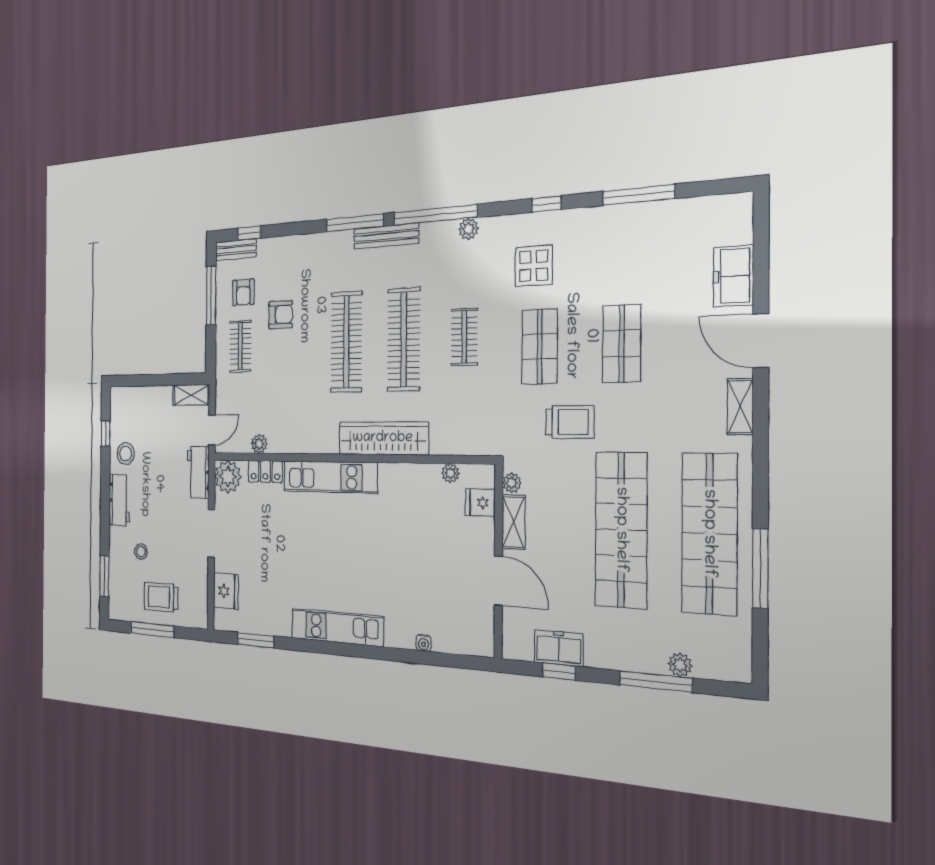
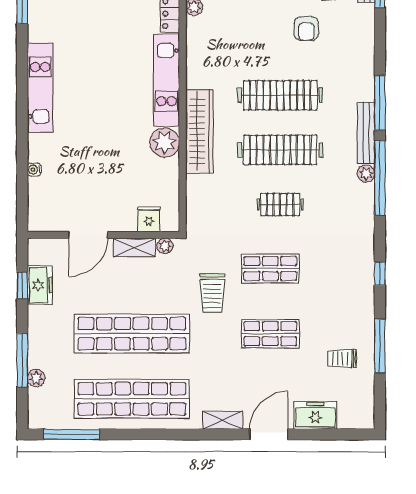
plant: (468, 229) -> (366, 174), moved
trolley: (655, 245) -> (342, 358), added
display table: (534, 266) -> (333, 263), removed
plant: (450, 473) -> (165, 142), moved, width x1.88, depth x1.88
window: (760, 568) -> (71, 434), moved

